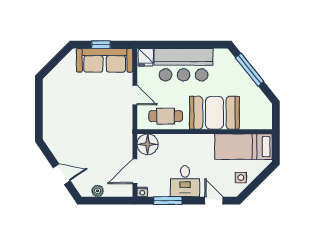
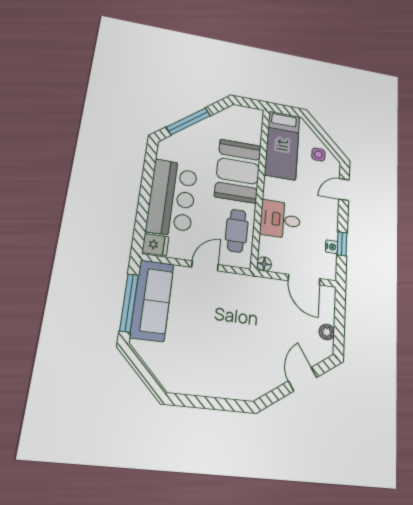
window: (101, 45) -> (129, 303), width x2.17
floor lamp: (148, 144) -> (264, 264), width x0.53, depth x0.53
desk: (185, 181) -> (280, 219), moved, turned 180
nightstand: (142, 192) -> (332, 247), moved
window: (168, 201) -> (342, 244), width x0.67

